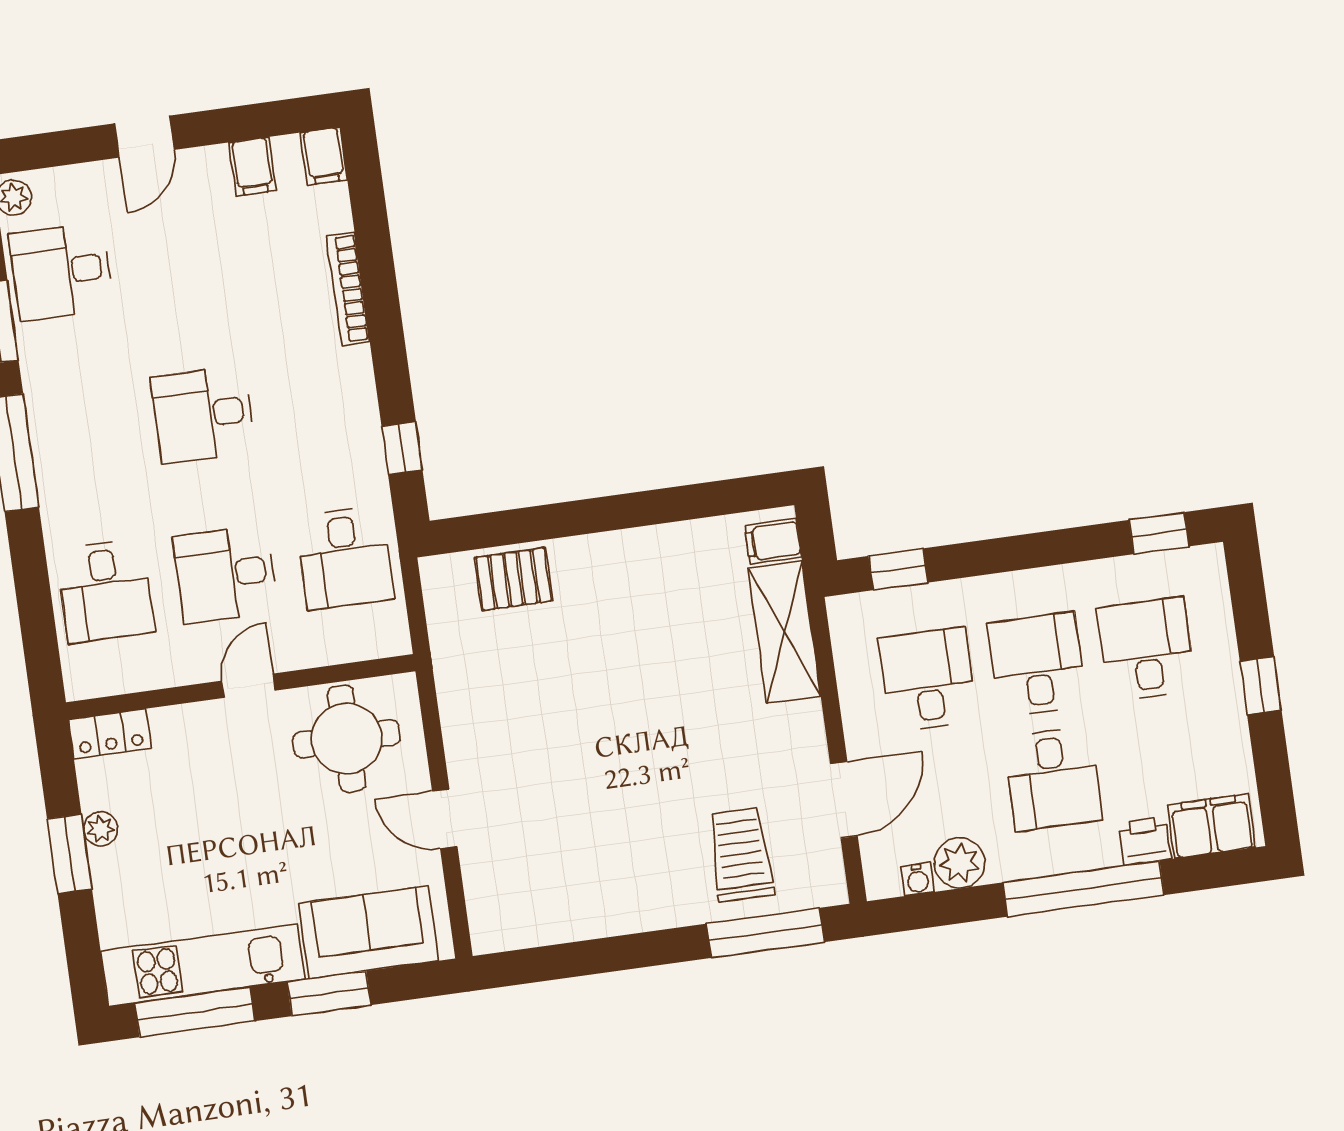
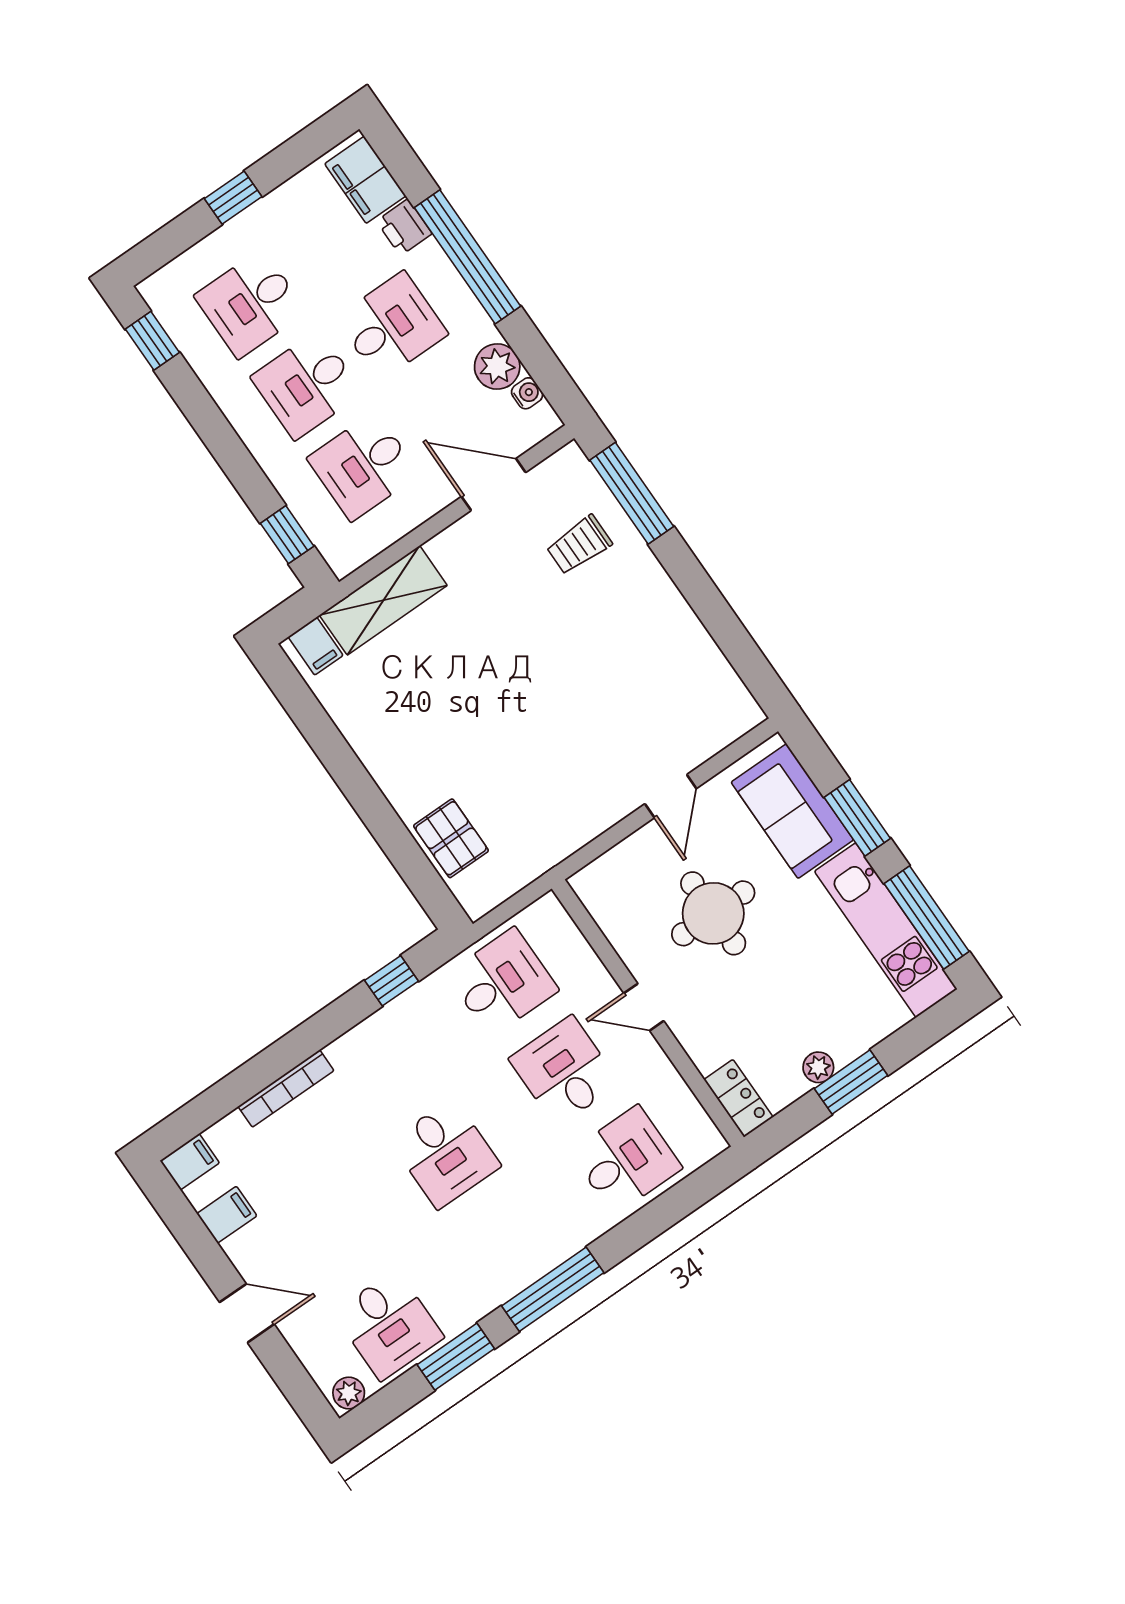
desk: (225, 574) -> (564, 1071), turned 180
round table: (347, 739) -> (713, 913), moved
trolley: (741, 855) -> (579, 545), width x0.73, depth x0.72

